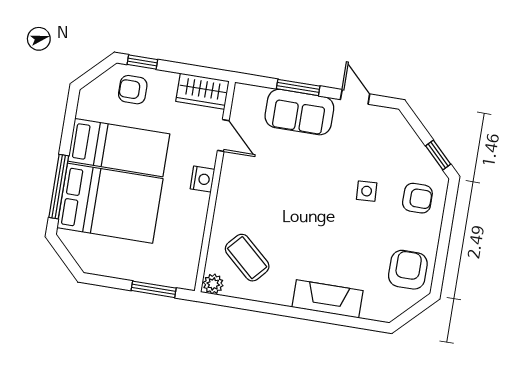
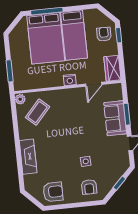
window: (438, 155) -> (119, 183), moved

